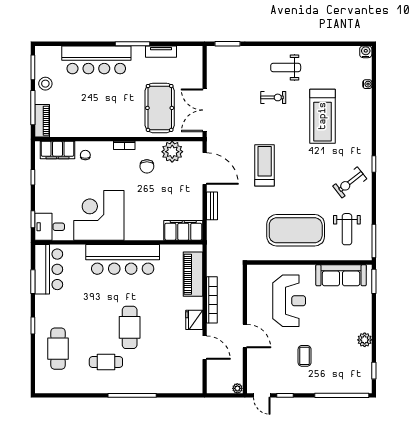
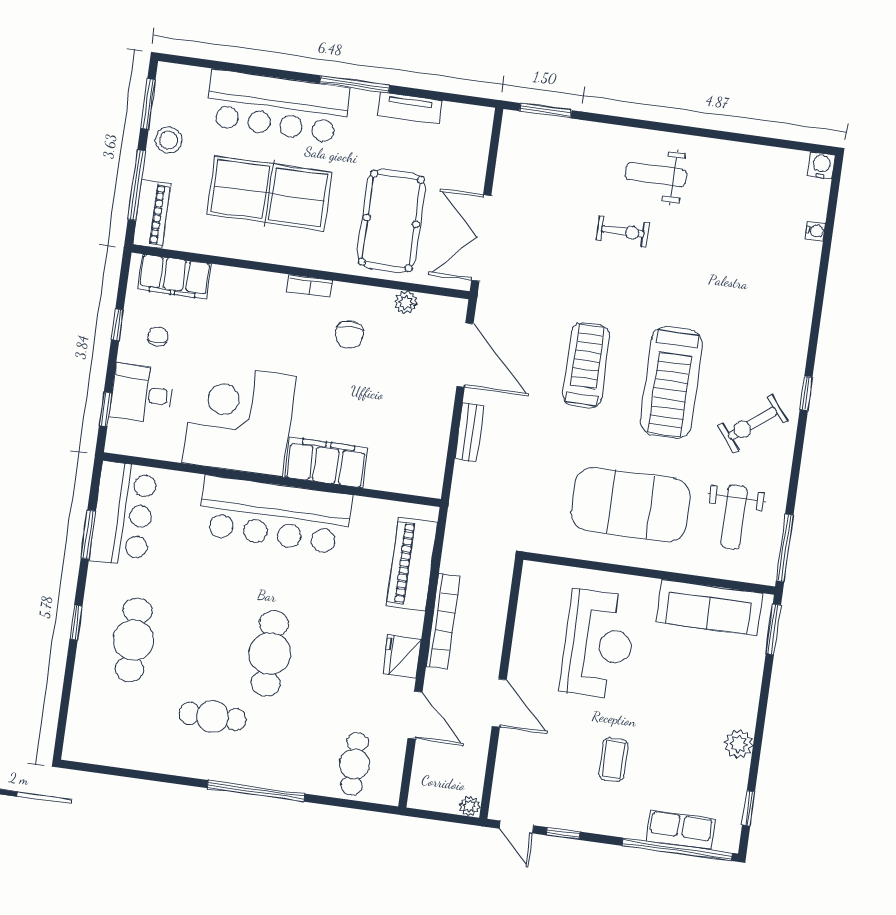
table tennis table: (98, 103) -> (269, 193), added
treadmill: (323, 116) -> (671, 382), moved
plant: (172, 152) -> (406, 302), width x0.53, depth x0.53
chair: (85, 155) -> (158, 337), moved
desk: (50, 227) -> (142, 394), moved
filing cabinet: (183, 230) -> (326, 462), moved
cafe table: (58, 349) -> (133, 640), moved
cafe table: (178, 376) -> (354, 764), added
row of seats: (342, 386) -> (681, 830), added

